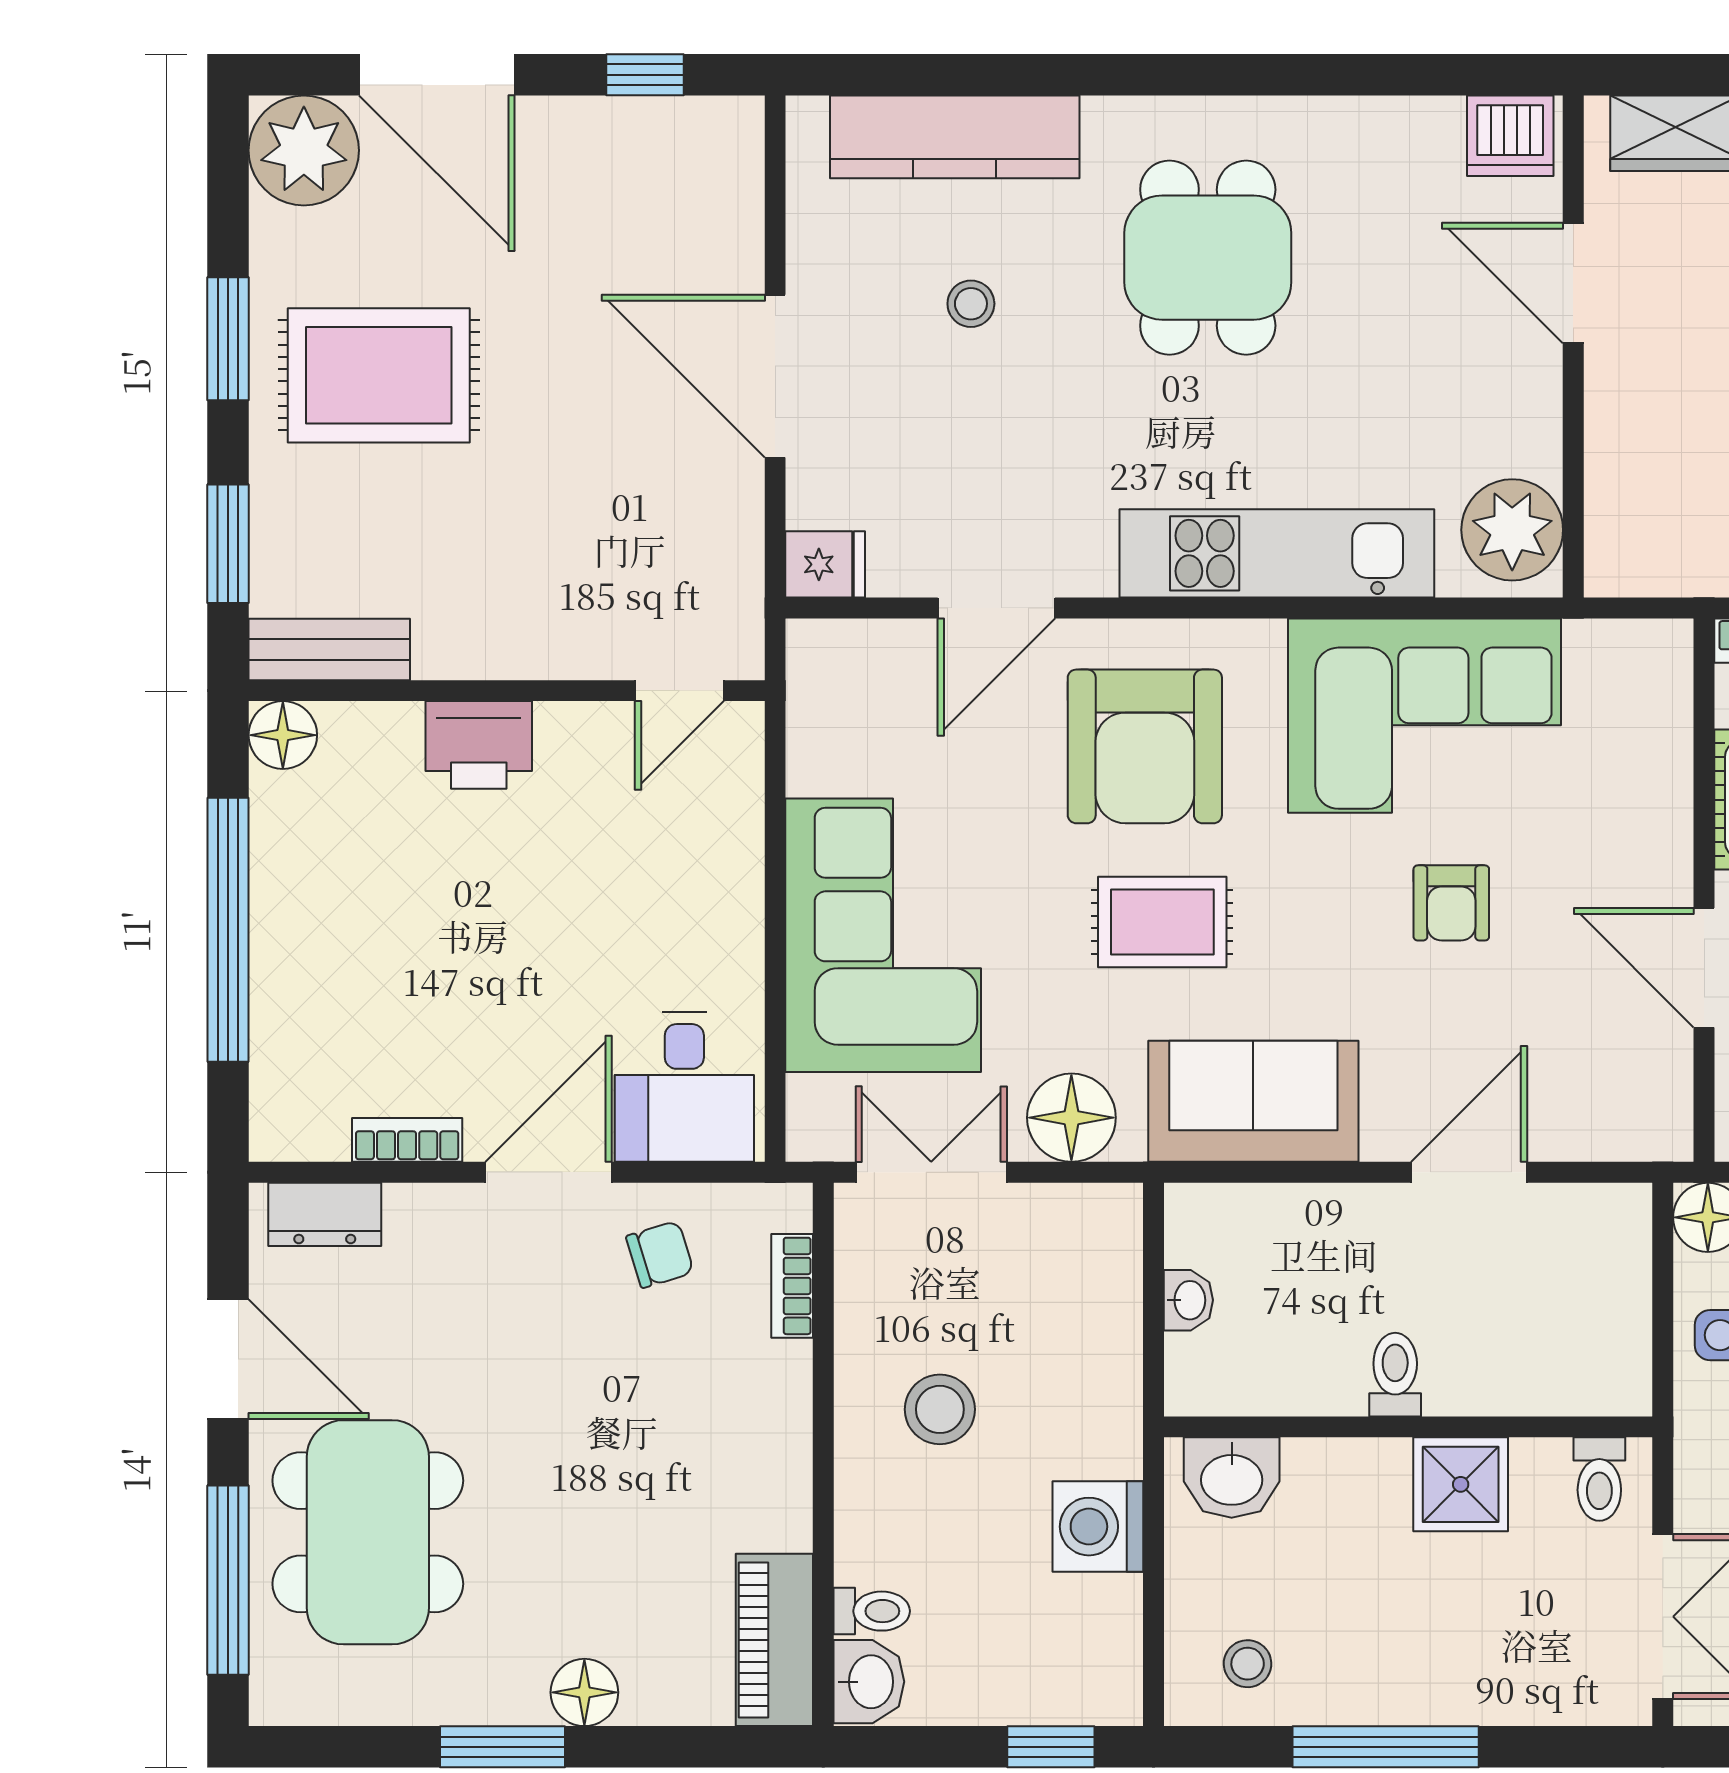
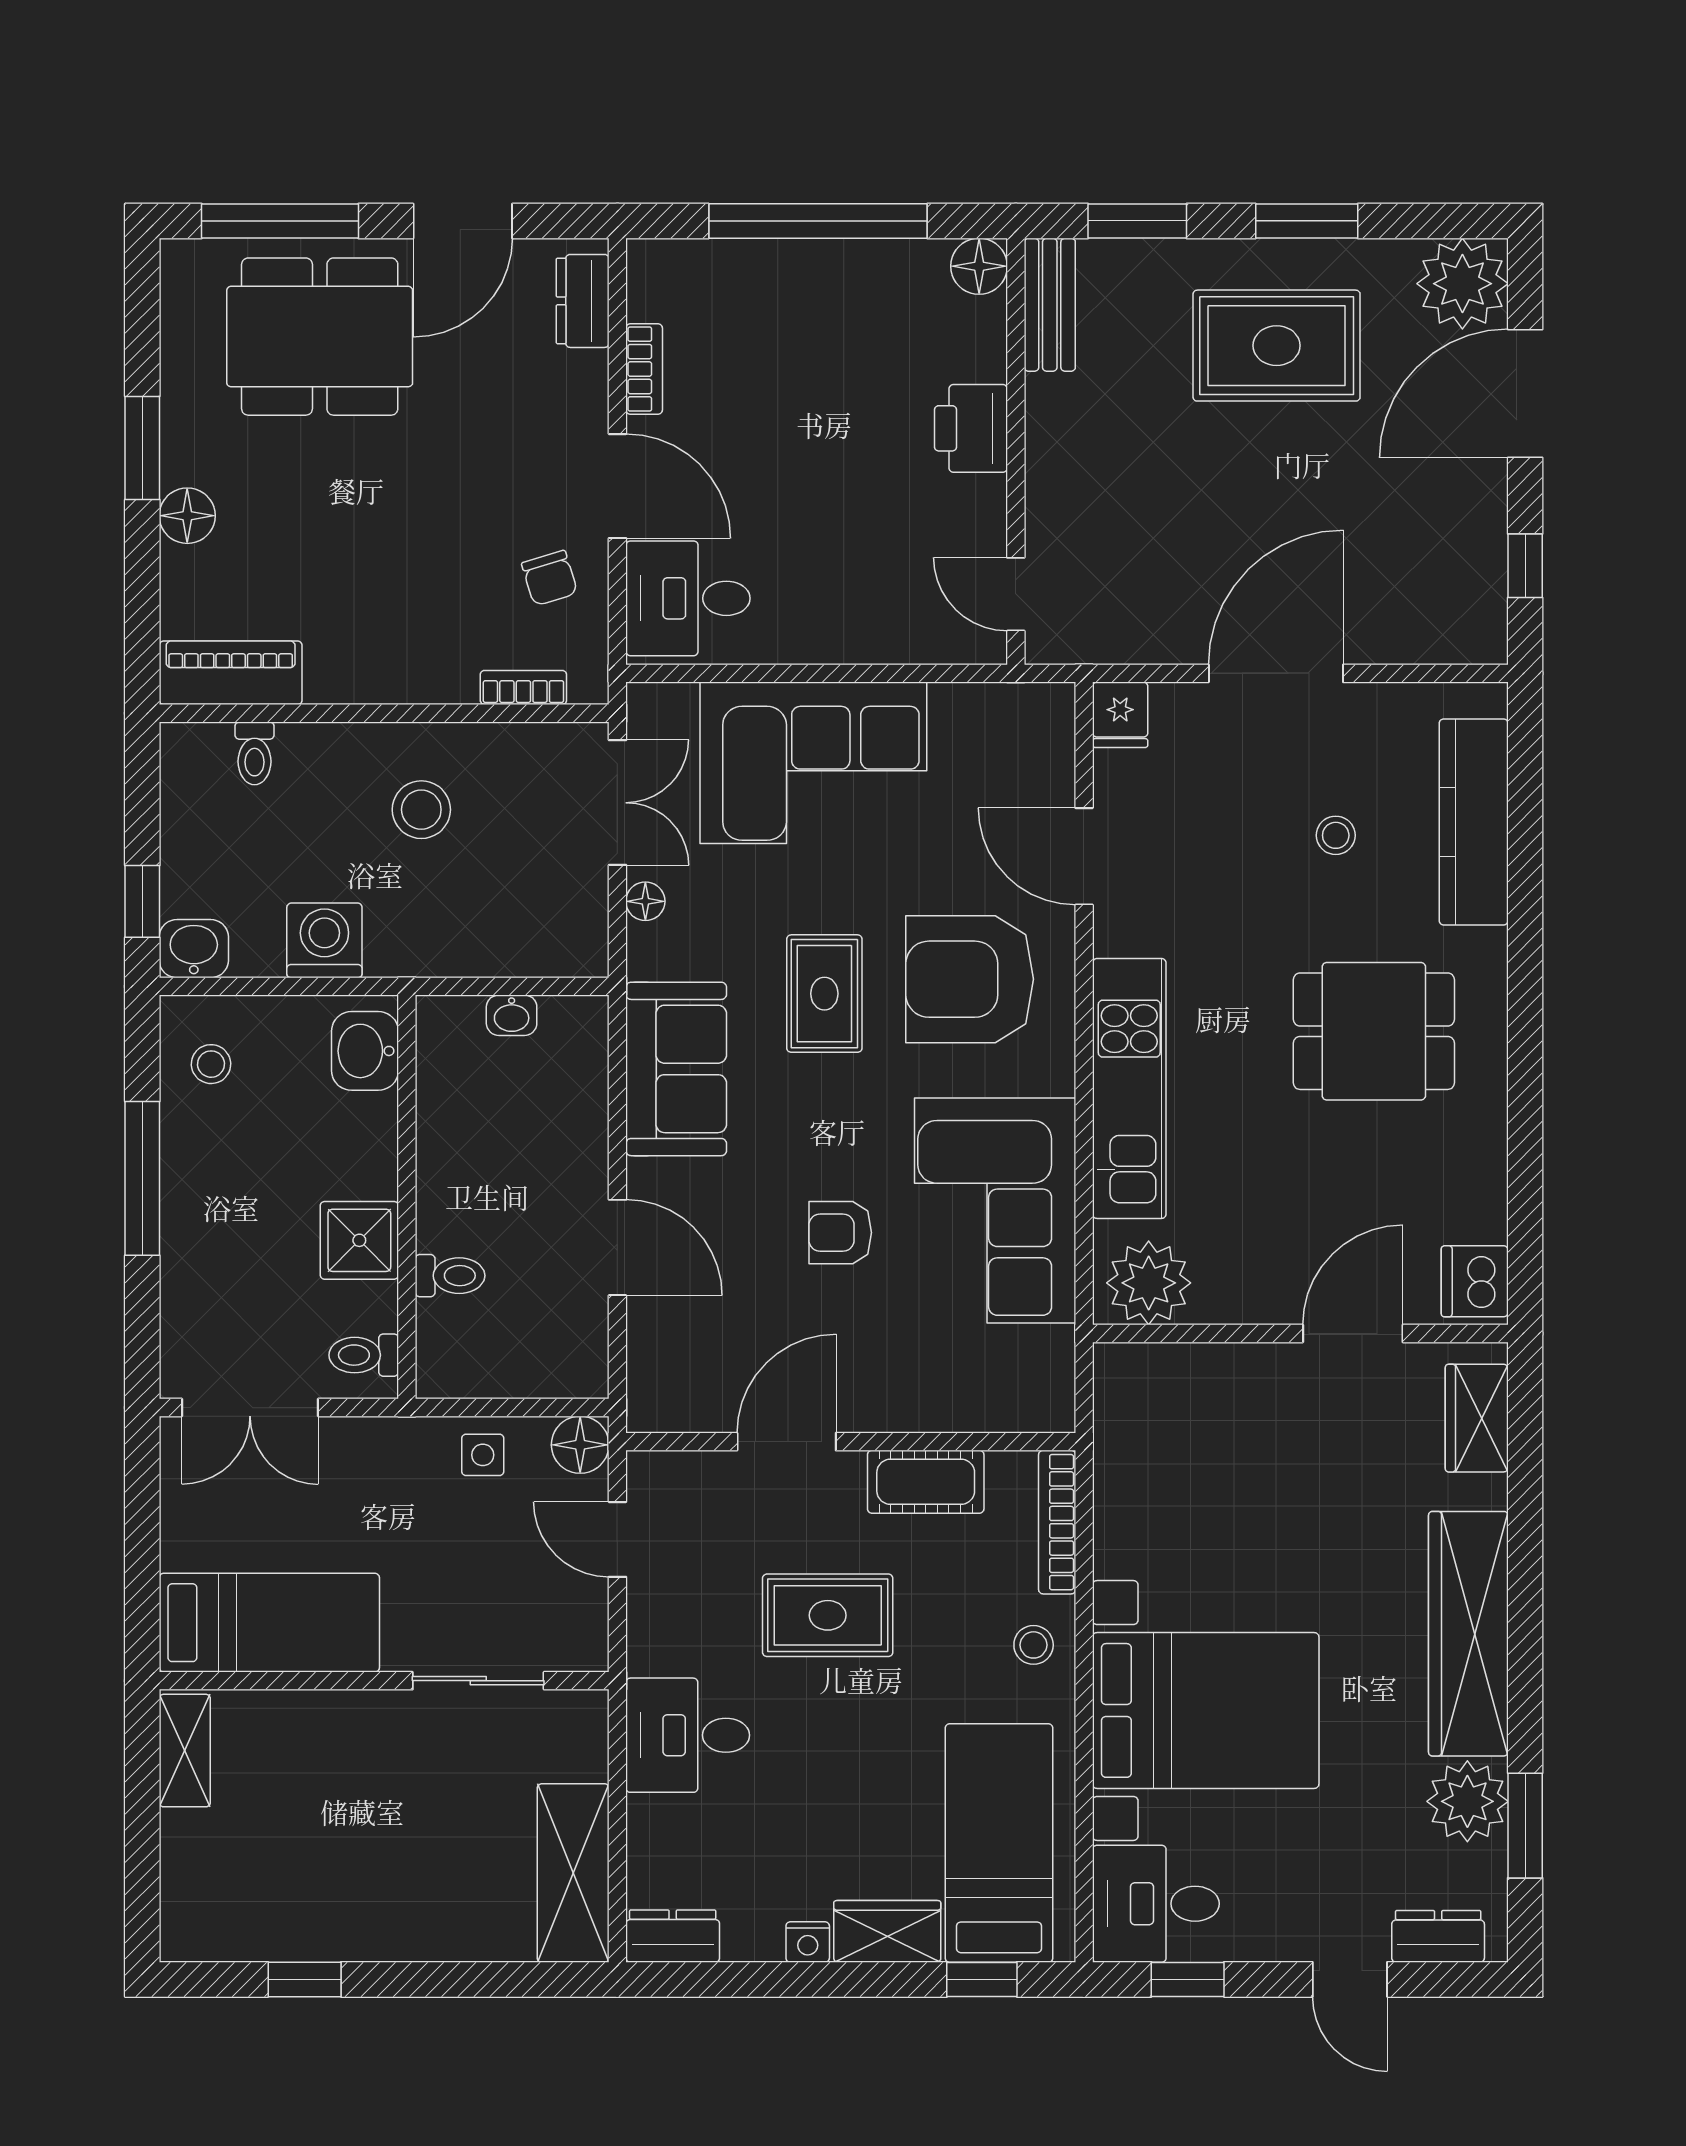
rug: (379, 375) -> (1277, 346), turned 90
floor lamp: (1071, 1118) -> (645, 901), width x0.53, depth x0.53
toilet: (1395, 1375) -> (450, 1276), moved
washbasin: (869, 1682) -> (194, 949), moved, turned 180

